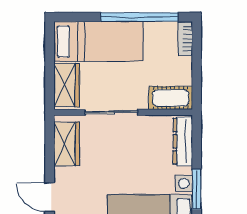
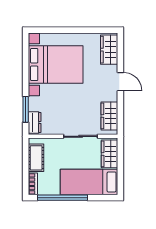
cot: (171, 98) -> (36, 158), moved, turned 90
dresser: (183, 141) -> (35, 122), width x0.70
window: (197, 189) -> (26, 109), moved

